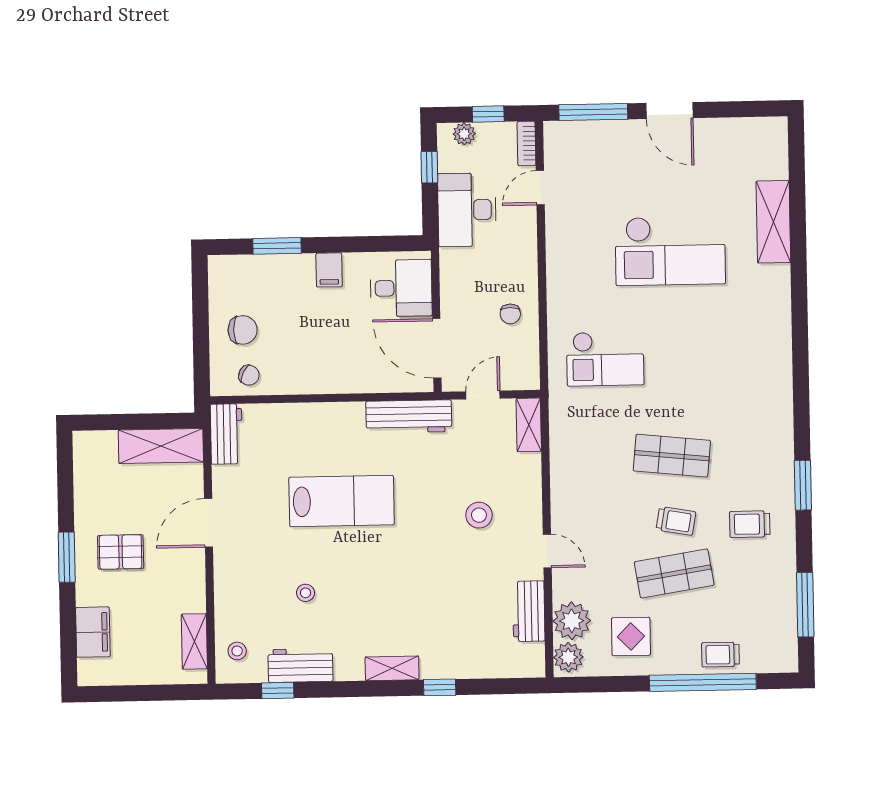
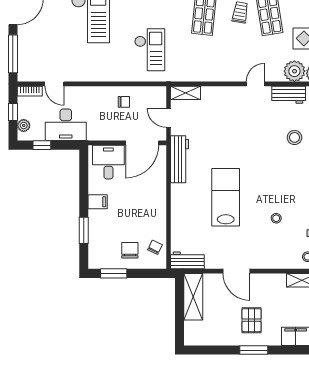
window: (200, 301) -> (114, 273), added
stool: (479, 515) -> (294, 137), moved

